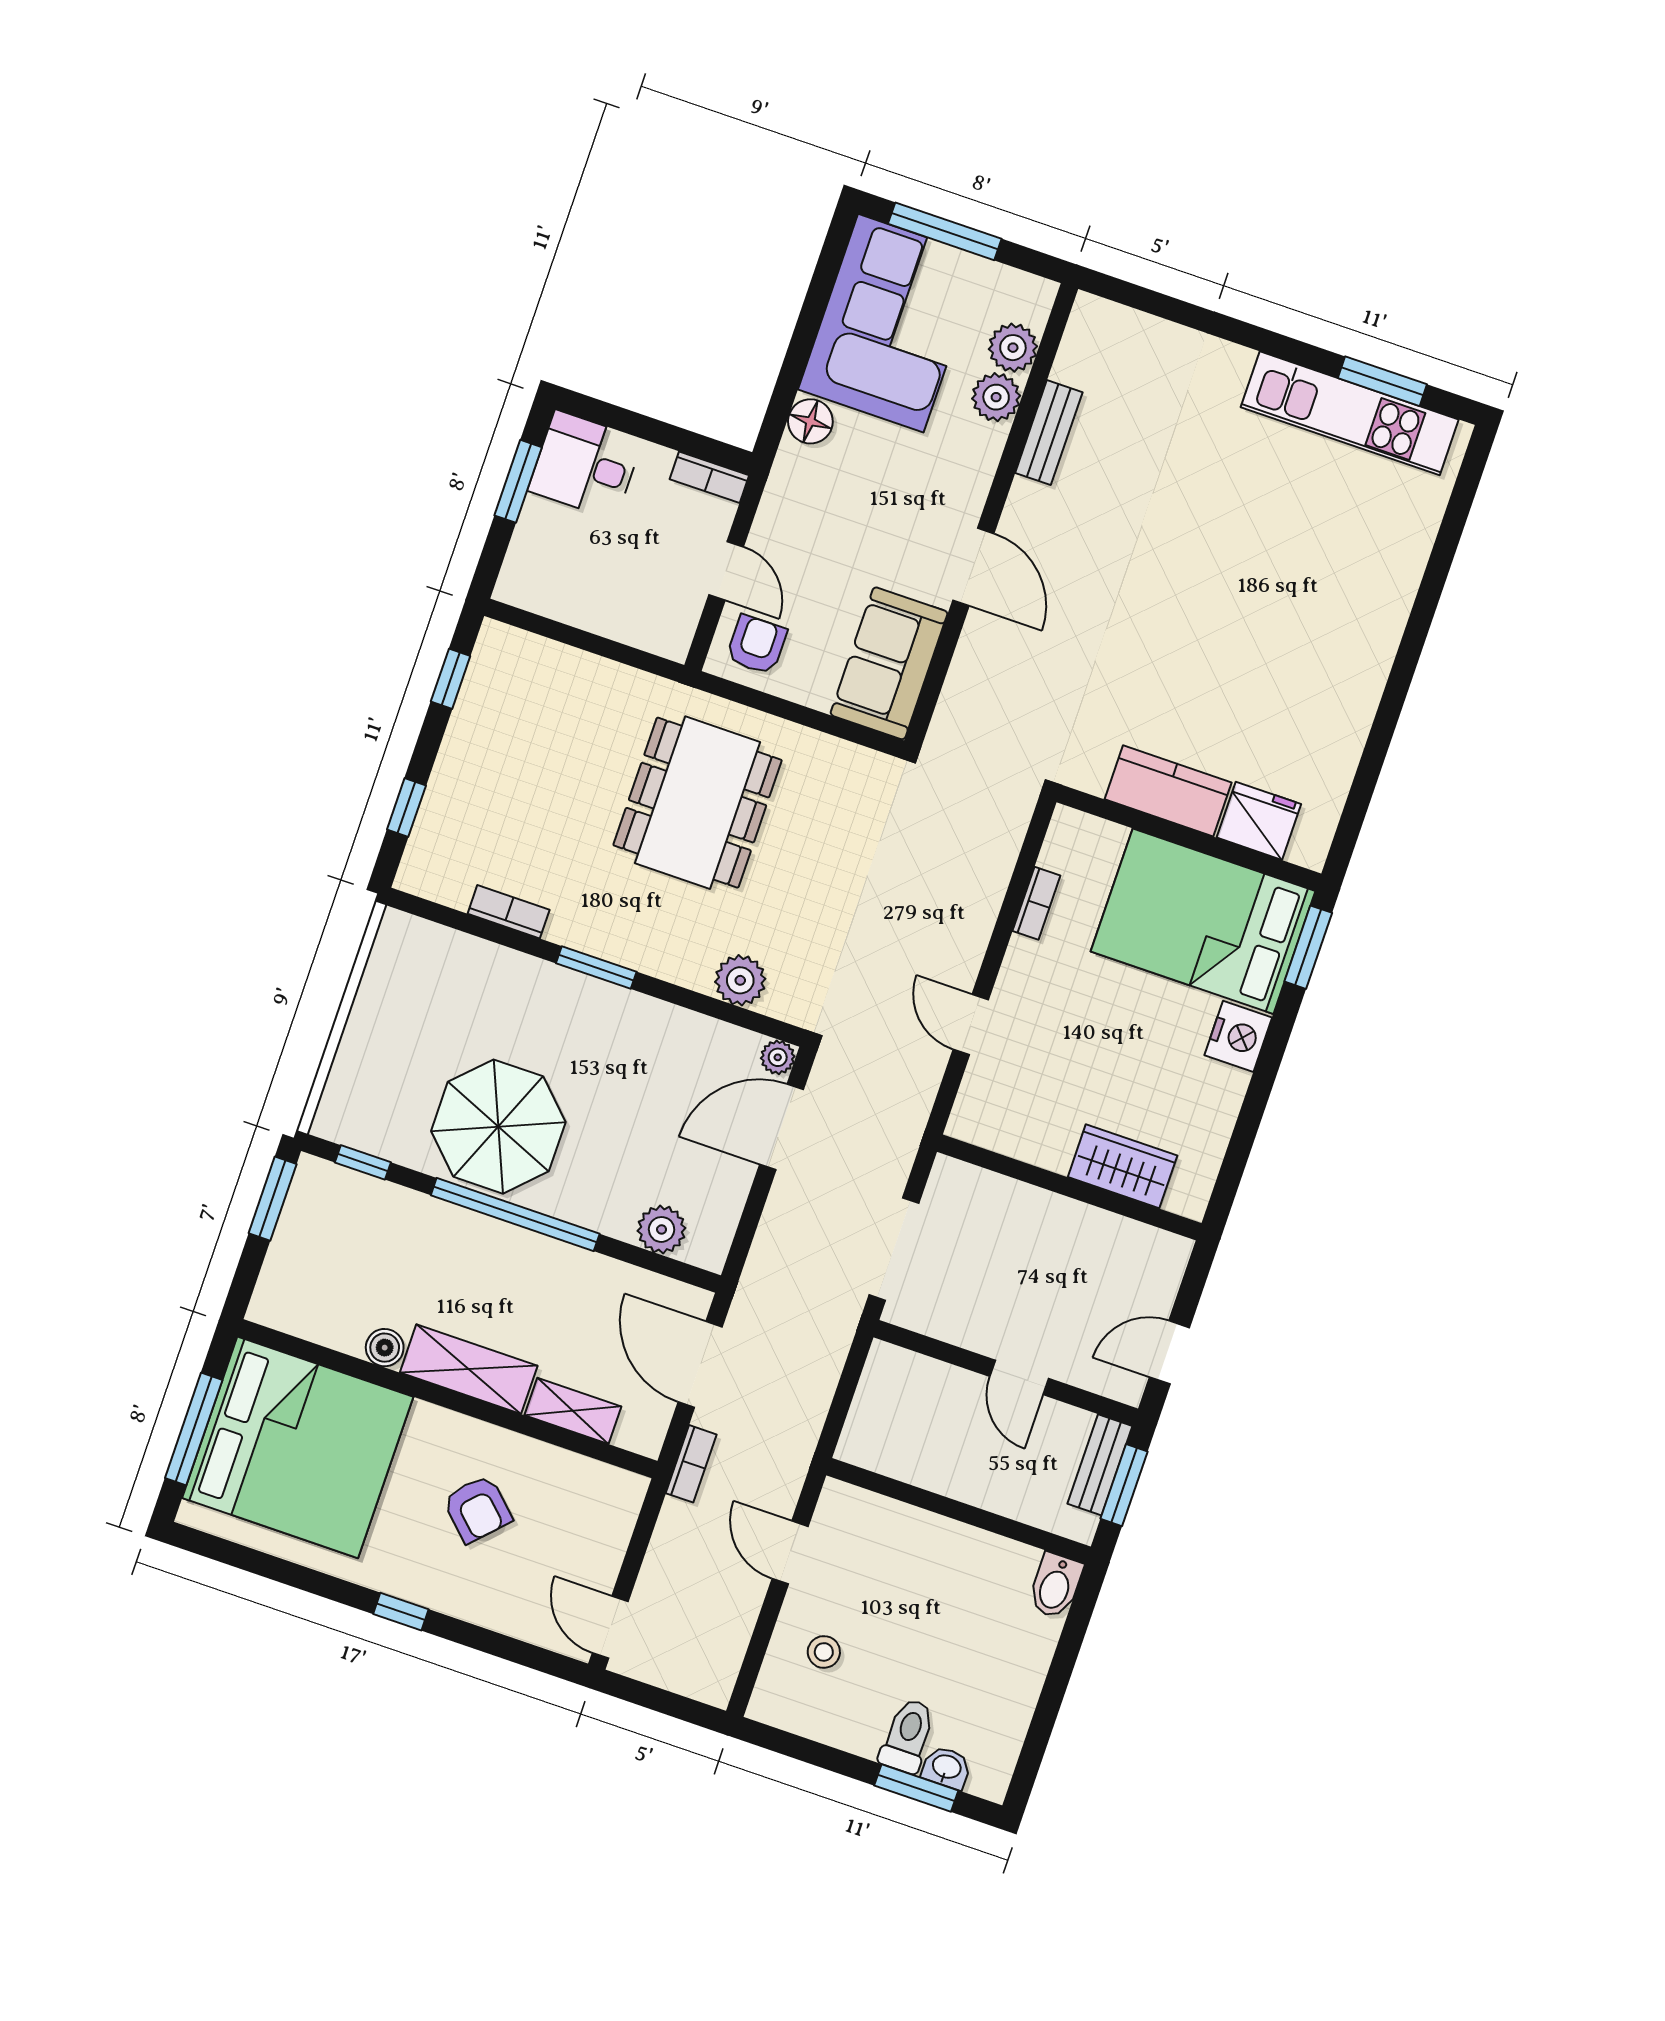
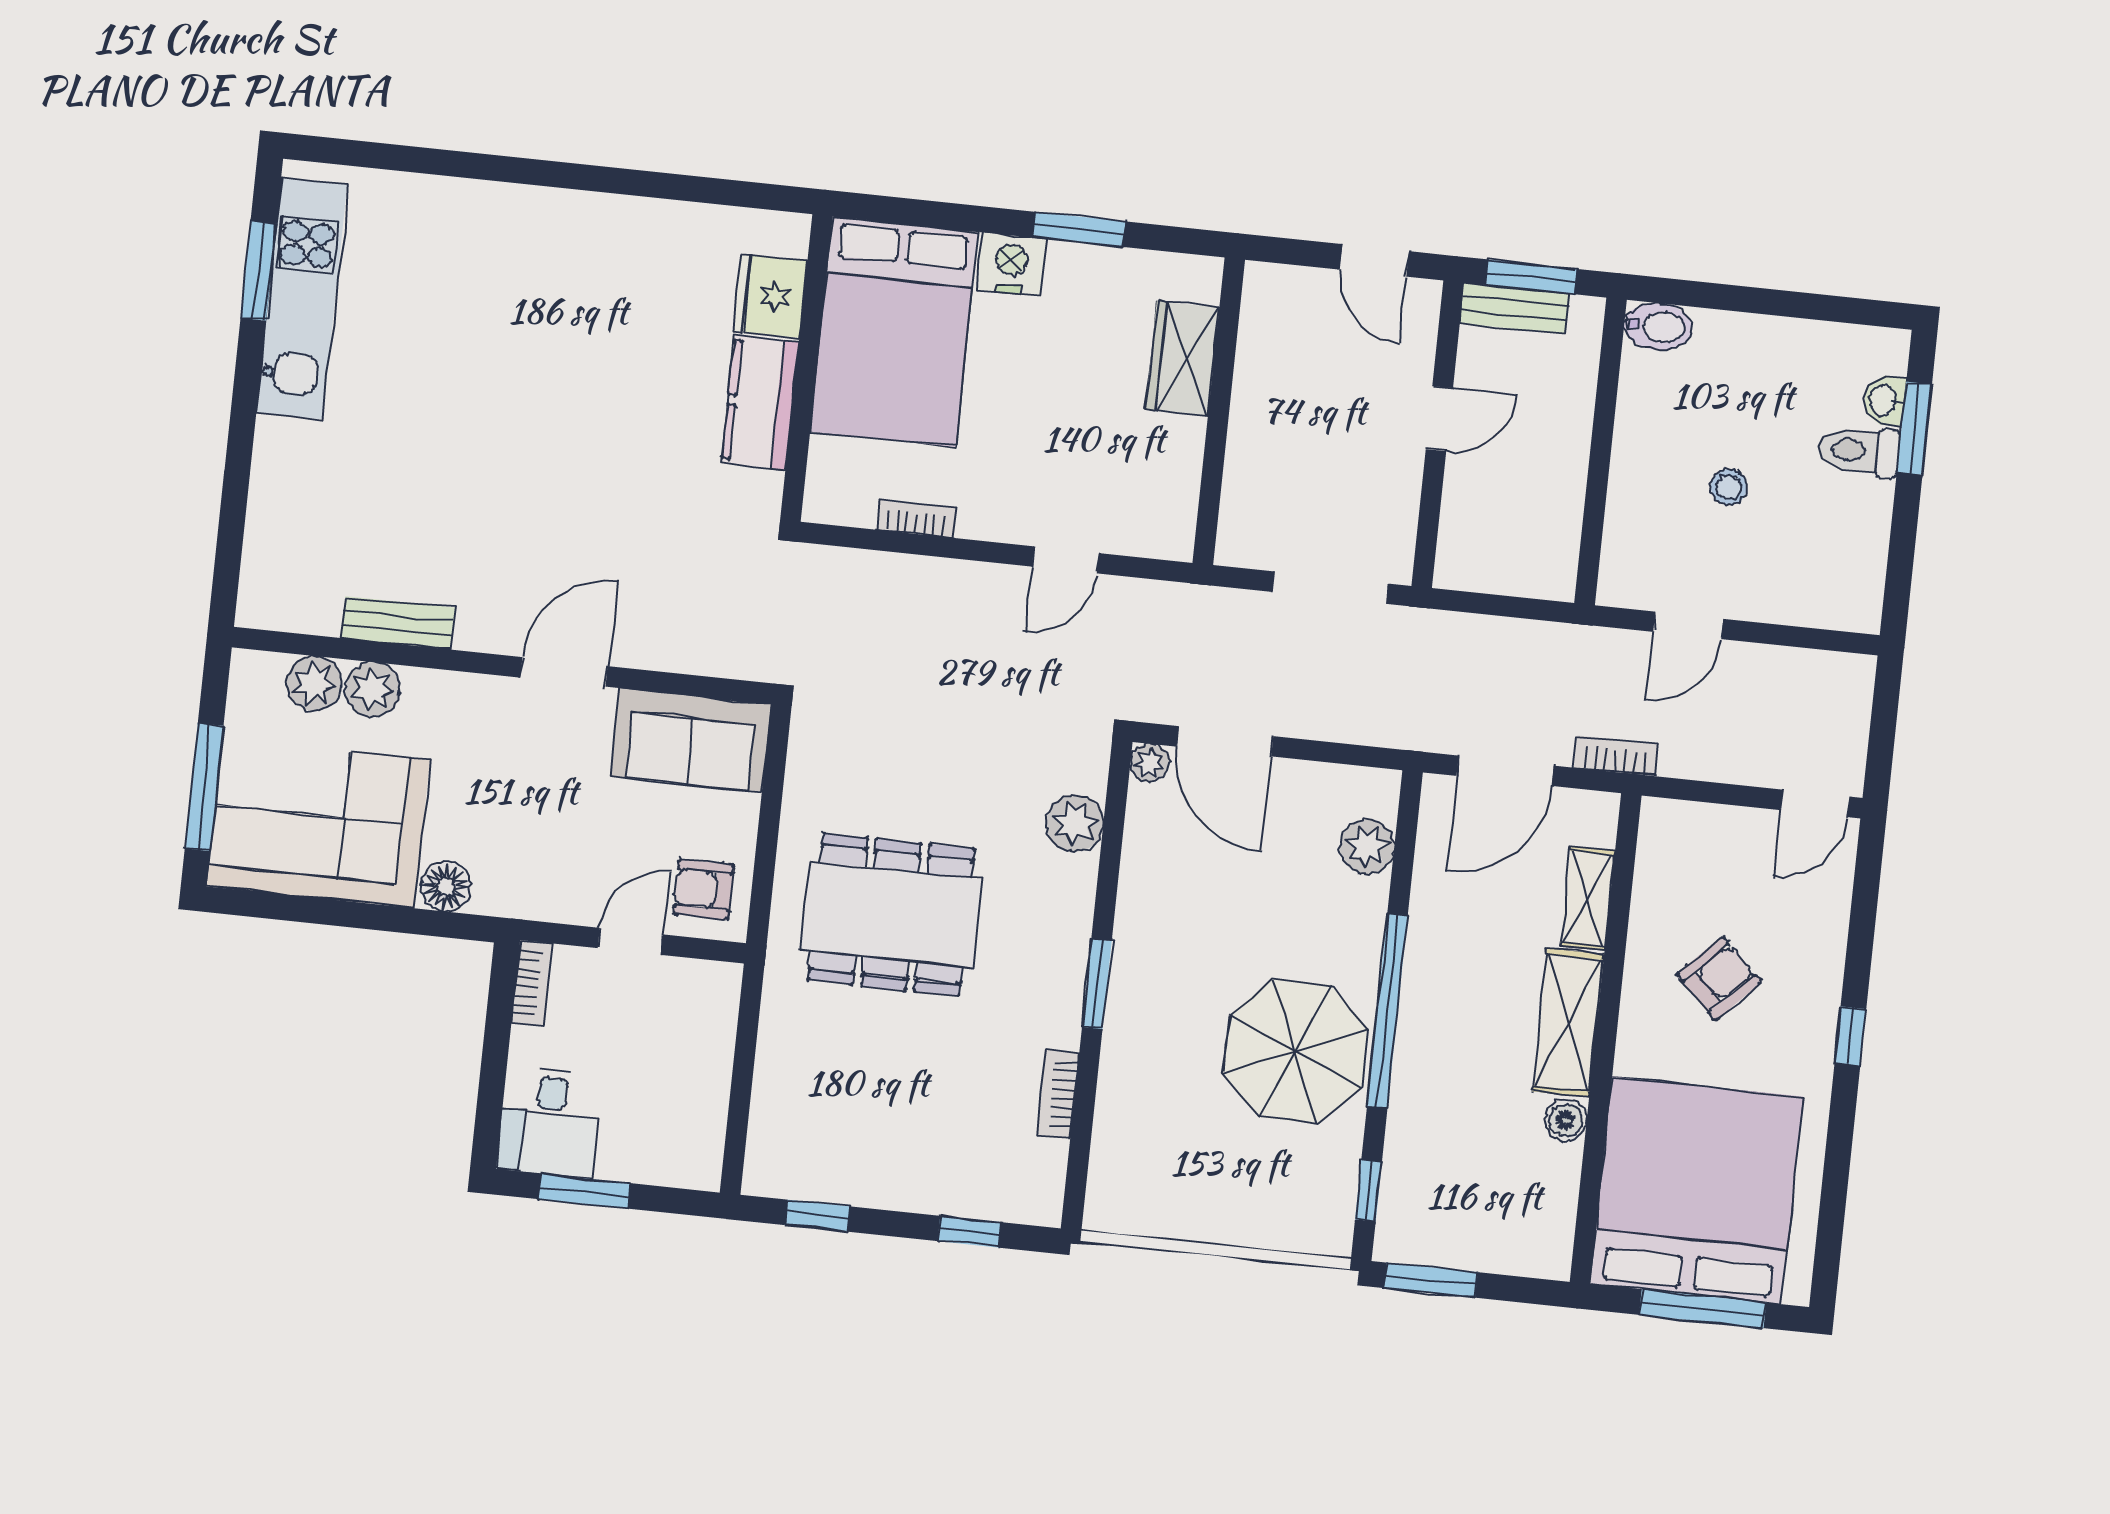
window: (1308, 947) -> (1079, 229), moved
stool: (824, 1652) -> (1729, 487), moved

